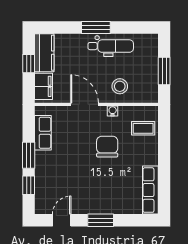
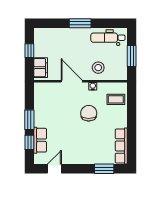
dental chair: (111, 46) -> (108, 38), moved, turned 180
kitchen counter: (44, 53) -> (41, 42), removed
row of seats: (43, 133) -> (40, 140), moved
window: (101, 220) -> (104, 169), moved

